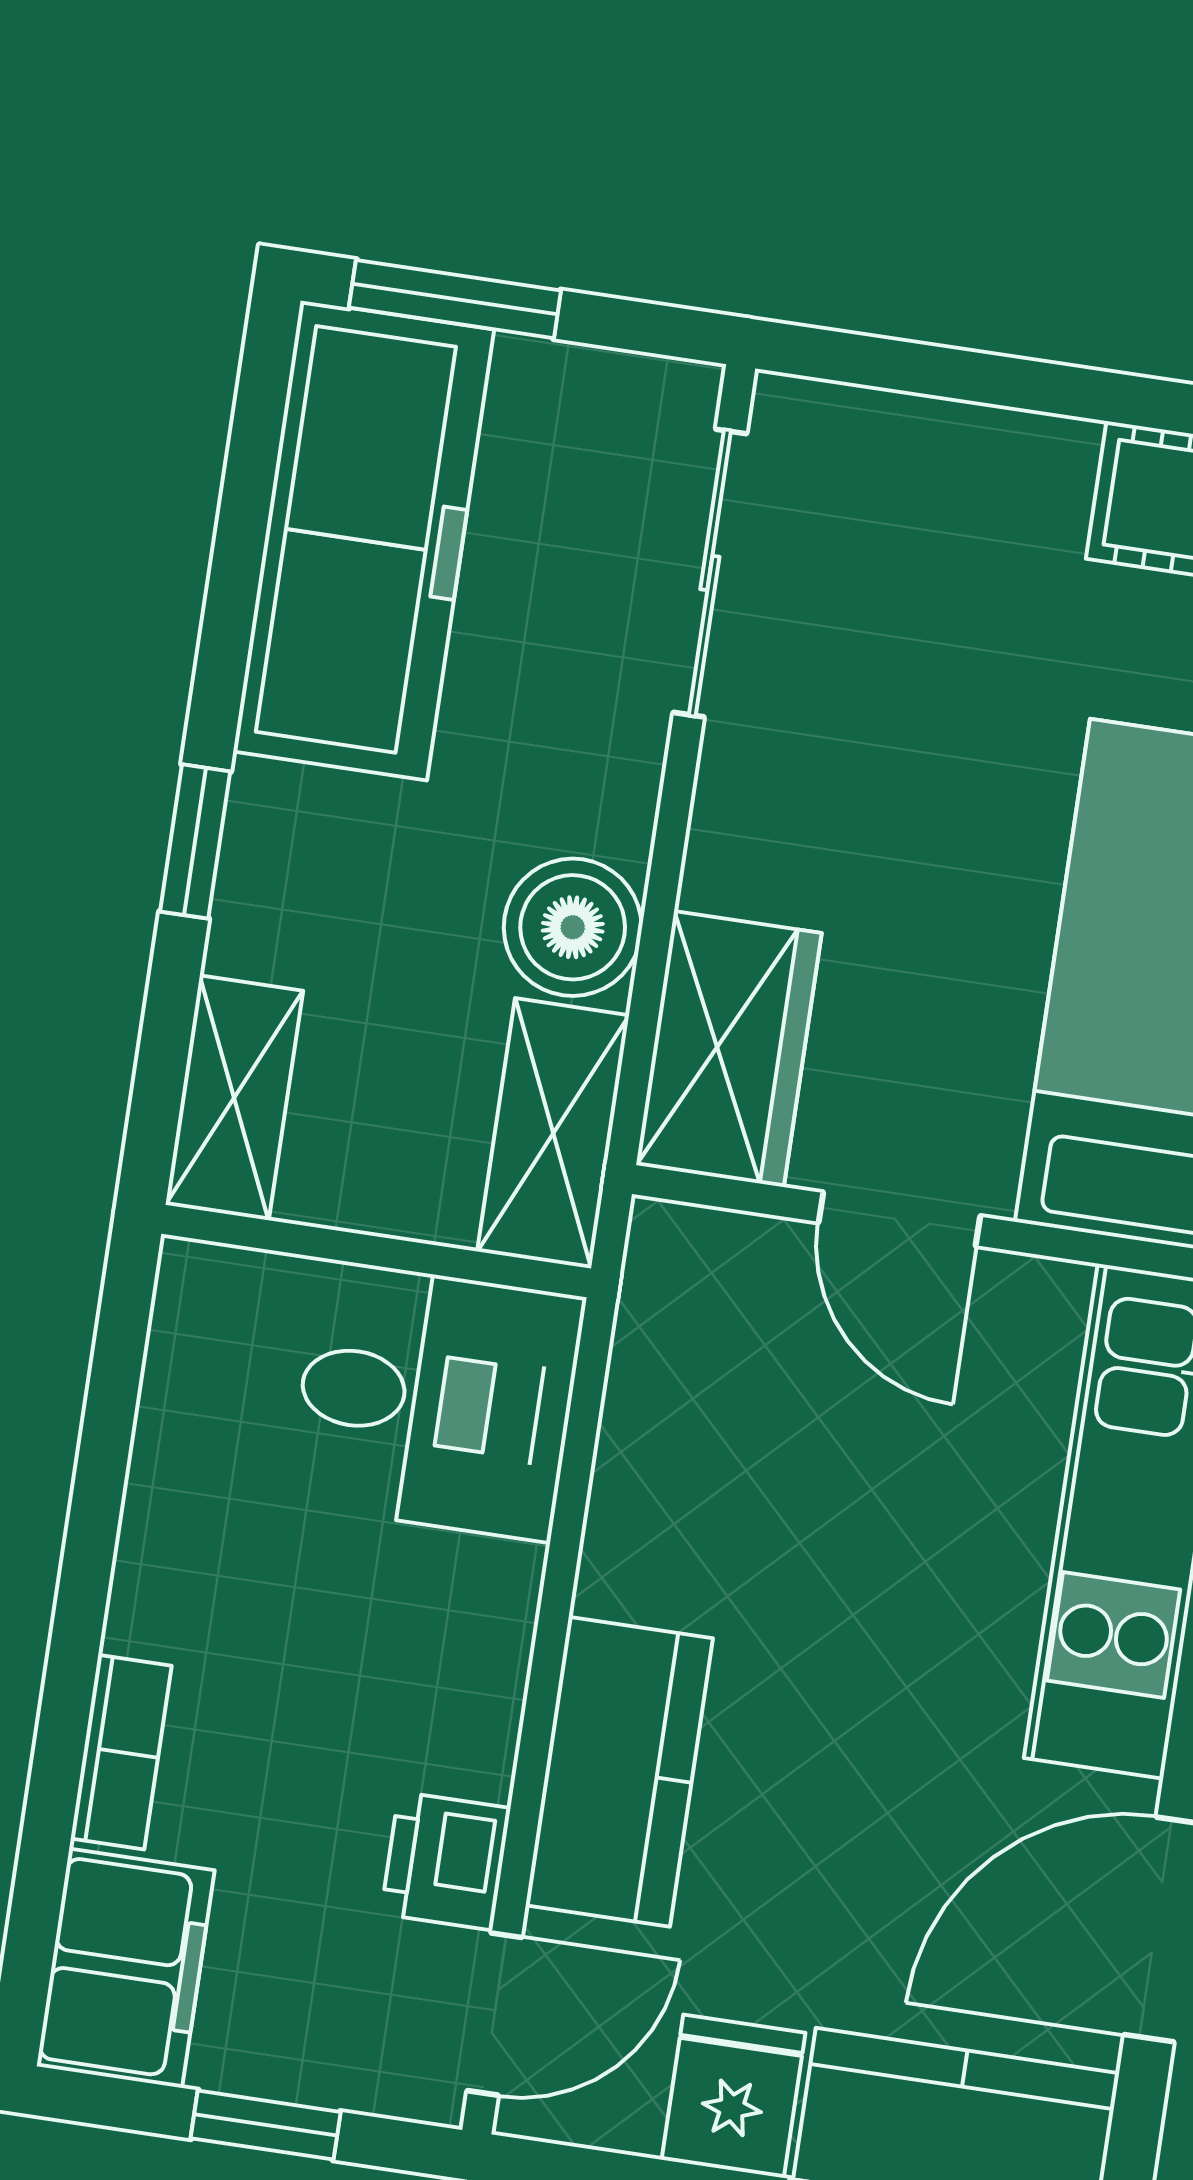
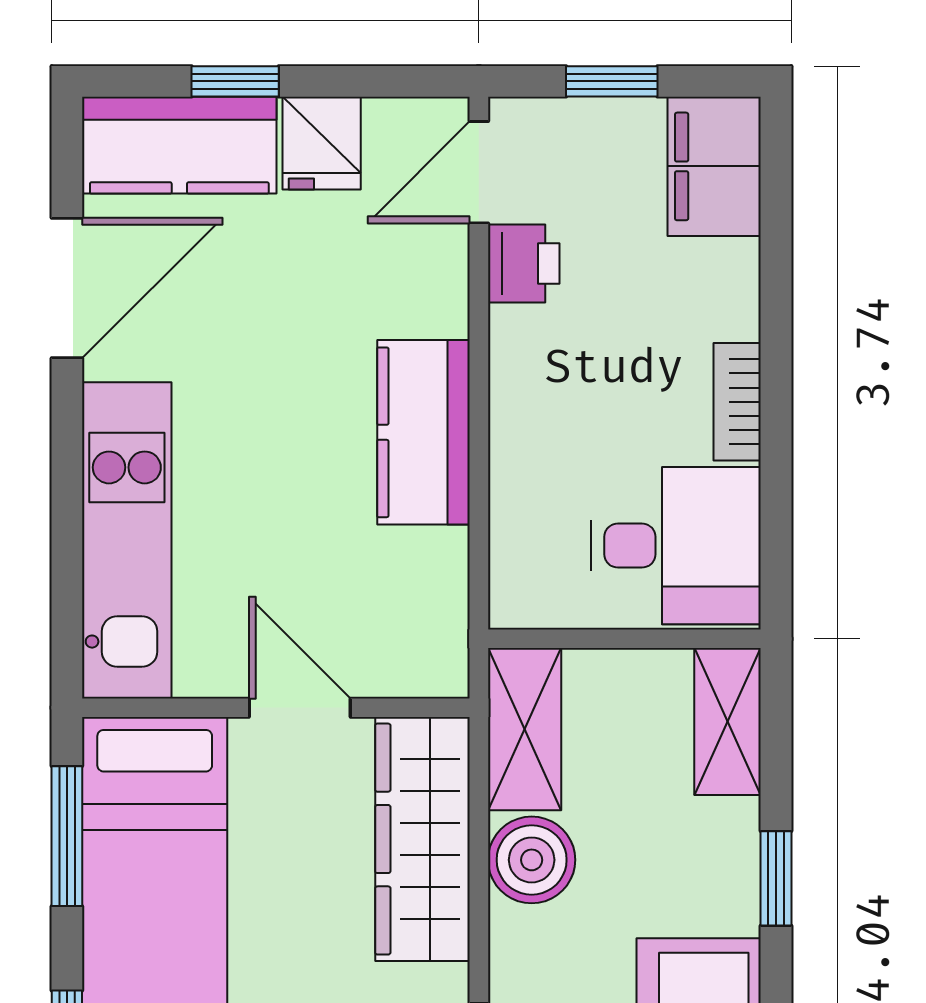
wardrobe: (729, 1049) -> (422, 839), width x1.50
desk: (436, 1401) -> (676, 546), moved, turned 180
bookcase: (121, 1752) -> (737, 402), moved
kitchen counter: (619, 1772) -> (424, 432), moved

